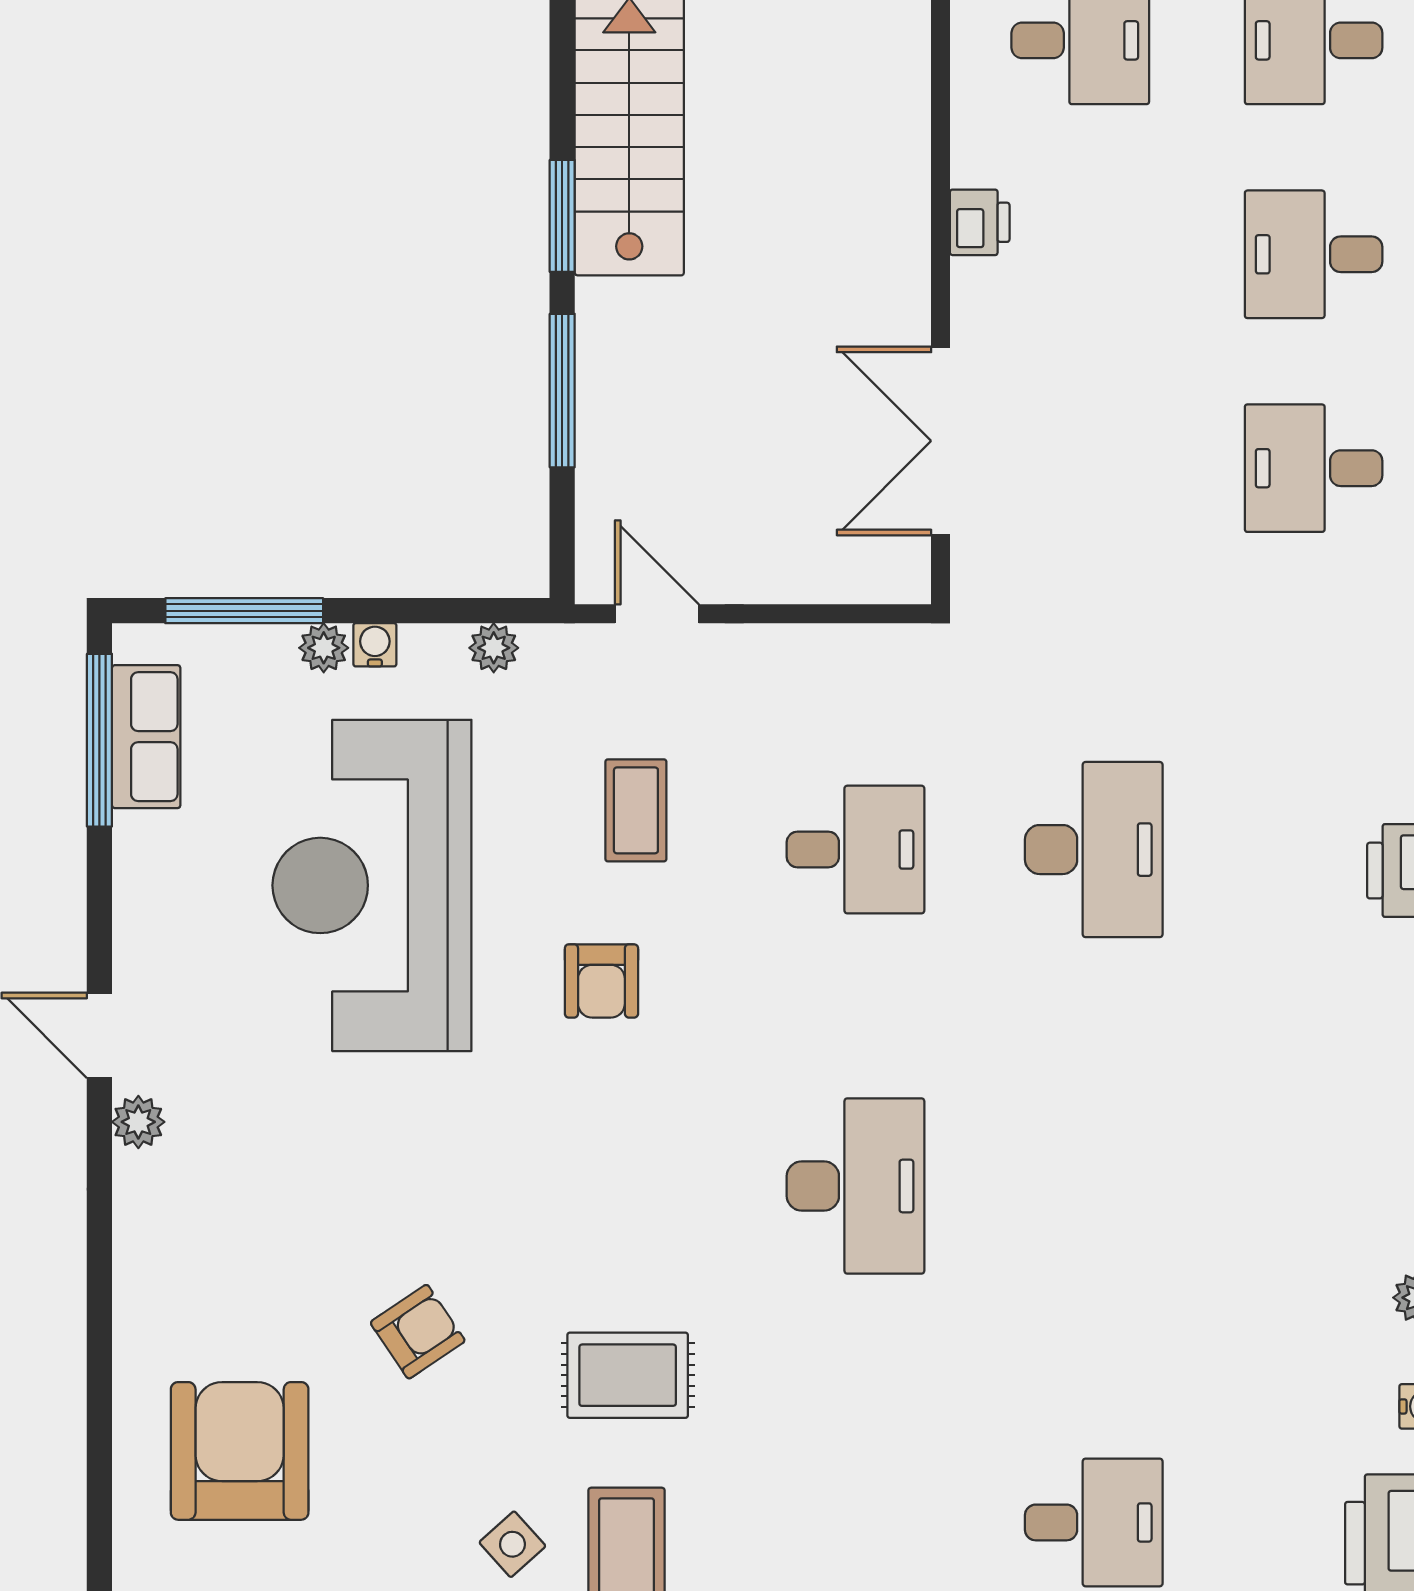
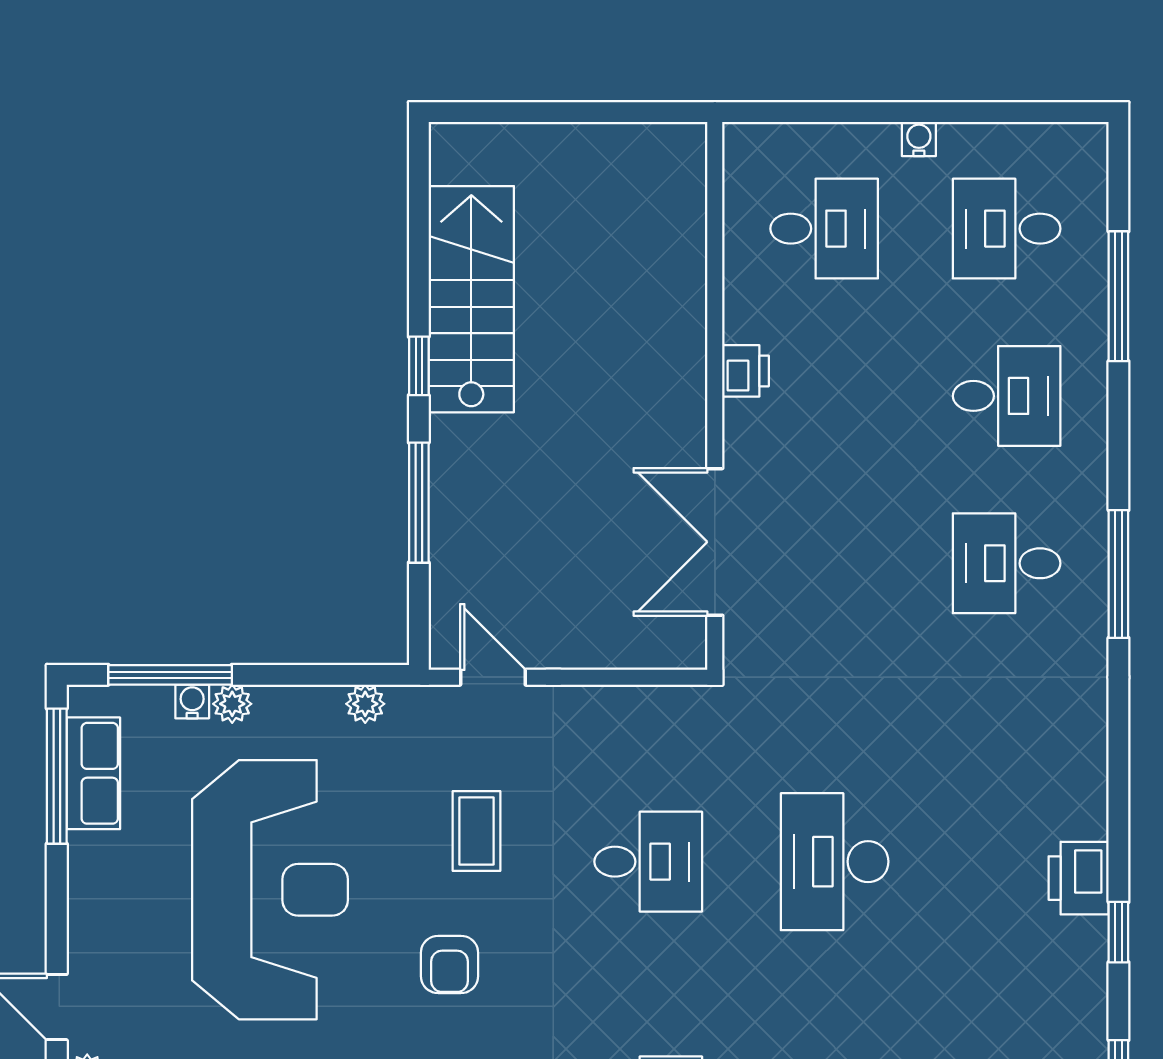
window: (562, 216) -> (419, 366), width x0.67
desk: (1314, 254) -> (1007, 396), turned 180
water cooler: (375, 645) -> (192, 701), moved
desk: (1094, 850) -> (835, 862), turned 180
reception desk: (372, 885) -> (270, 890), turned 180

